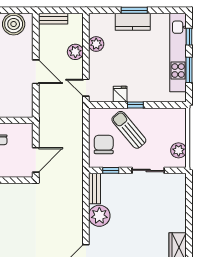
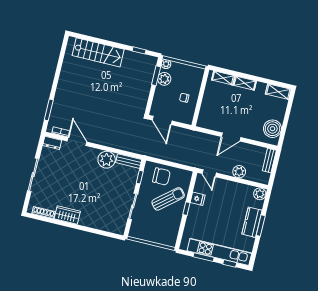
plant: (96, 44) -> (260, 194), moved
door: (86, 88) -> (209, 173), swing flipped
plant: (179, 150) -> (143, 234), removed

